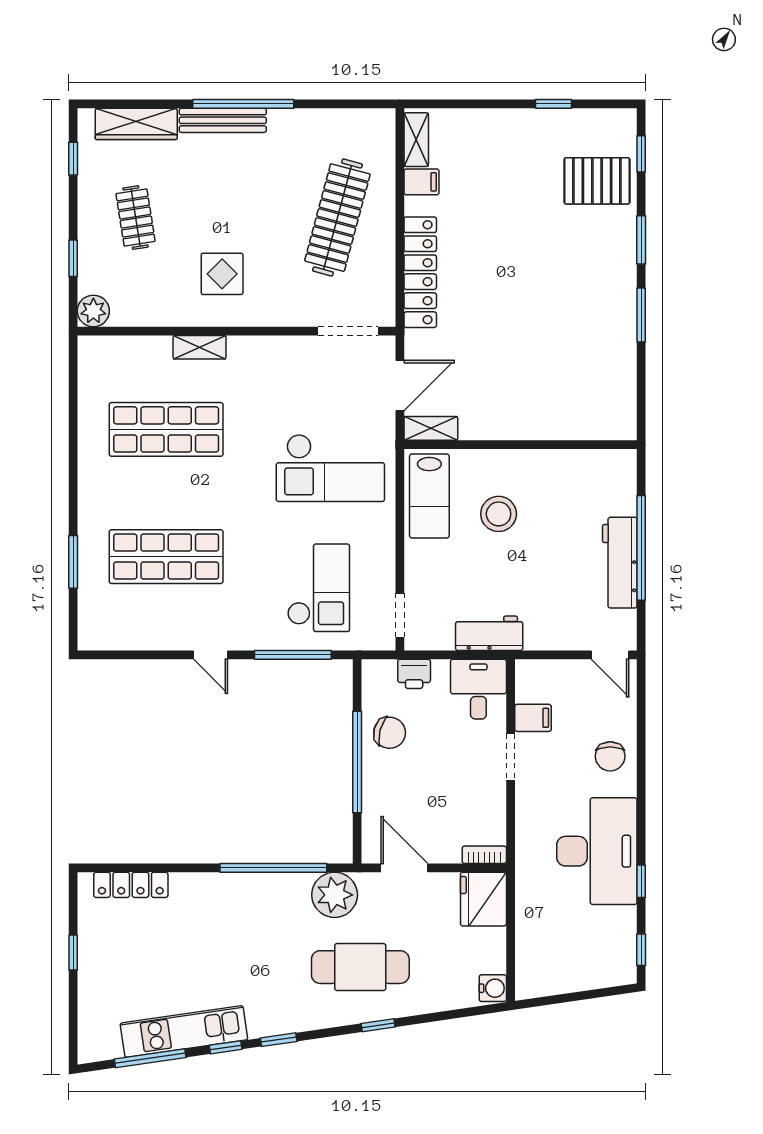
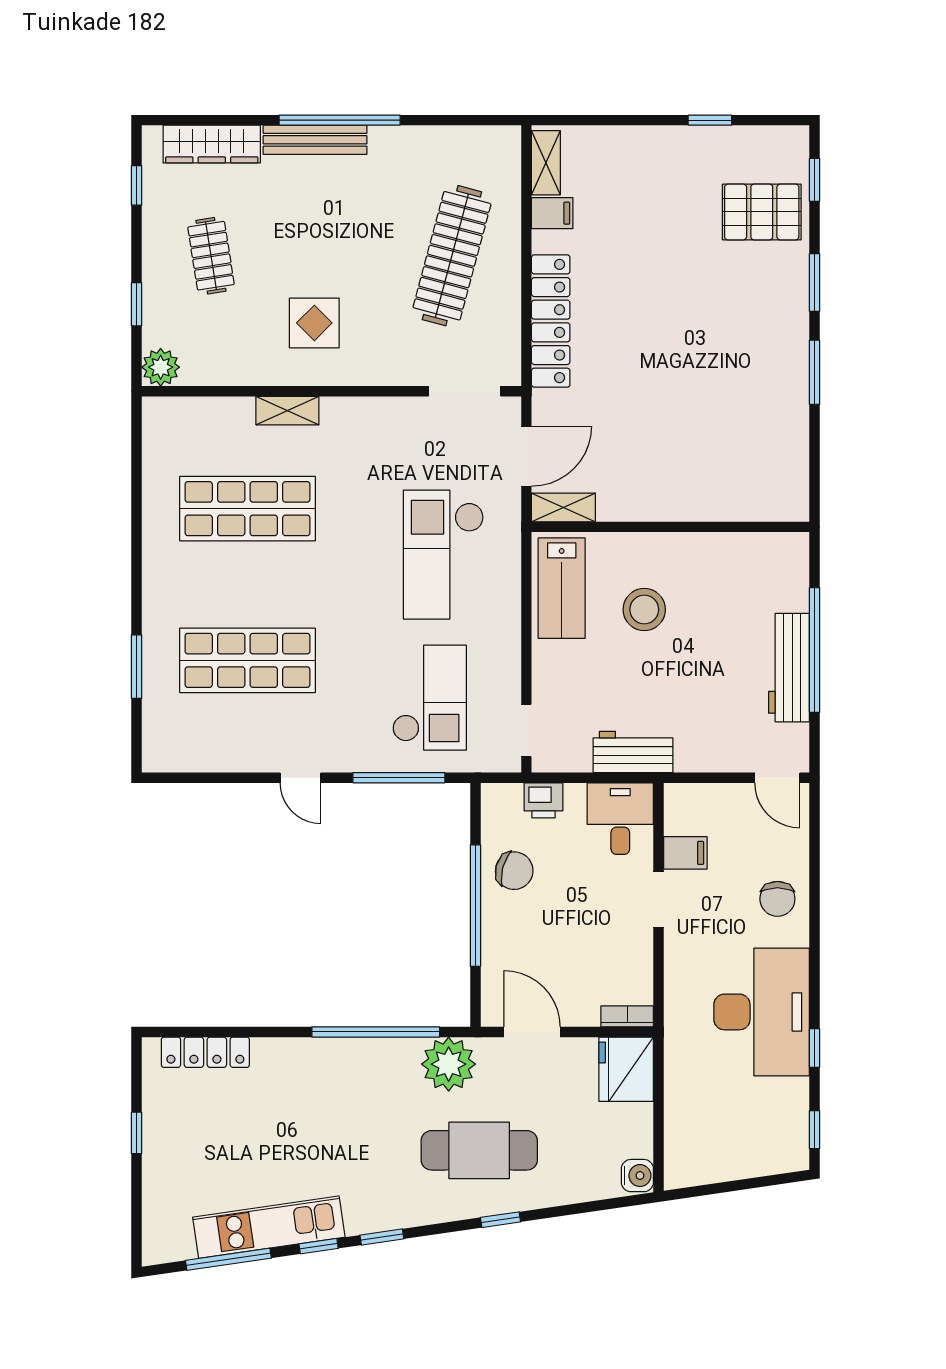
checkout: (330, 468) -> (444, 555), turned 90

